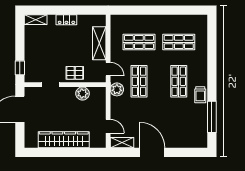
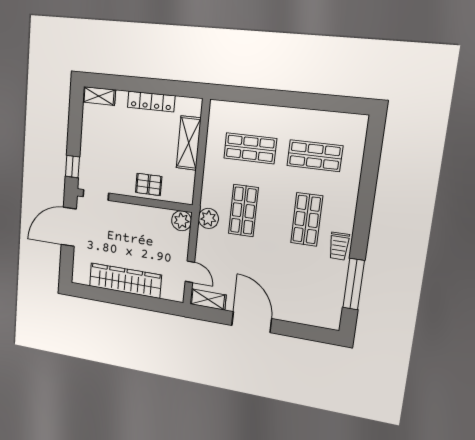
locker: (66, 20) -> (151, 102), width x1.53
door: (108, 69) -> (198, 185), removed
doorway: (50, 85) -> (96, 195), moved
plant: (83, 94) -> (181, 221), moved

